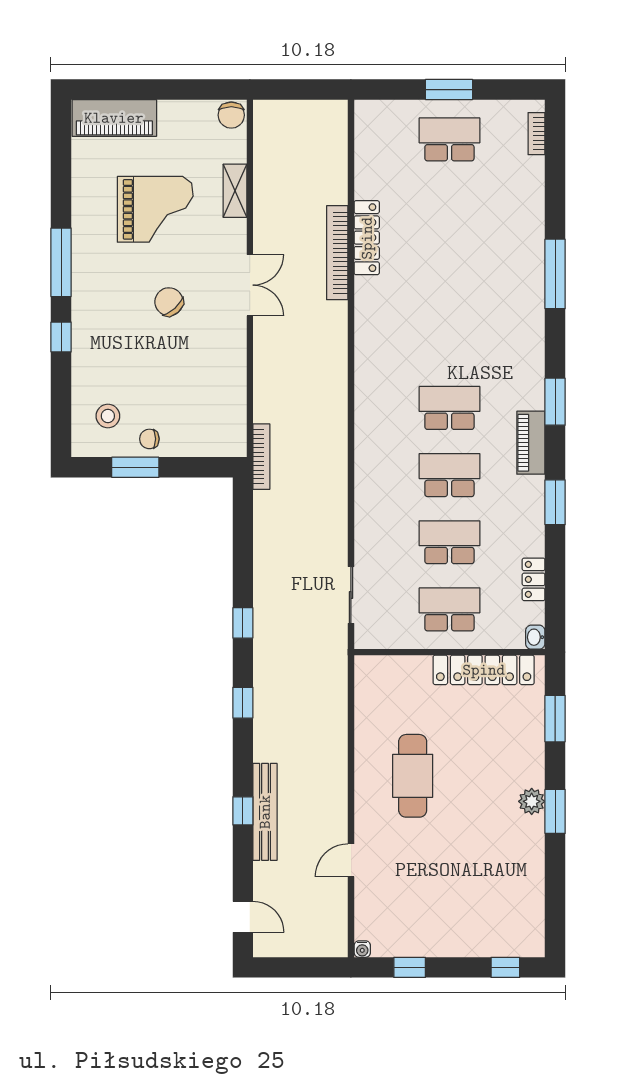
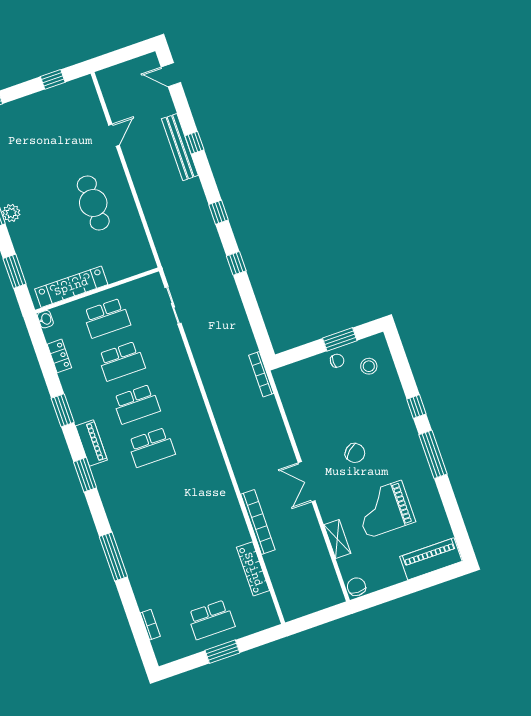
bookcase: (537, 134) -> (150, 625), moved
locker: (367, 238) -> (253, 569), moved
water cooler: (362, 949) -> (87, 81), removed

